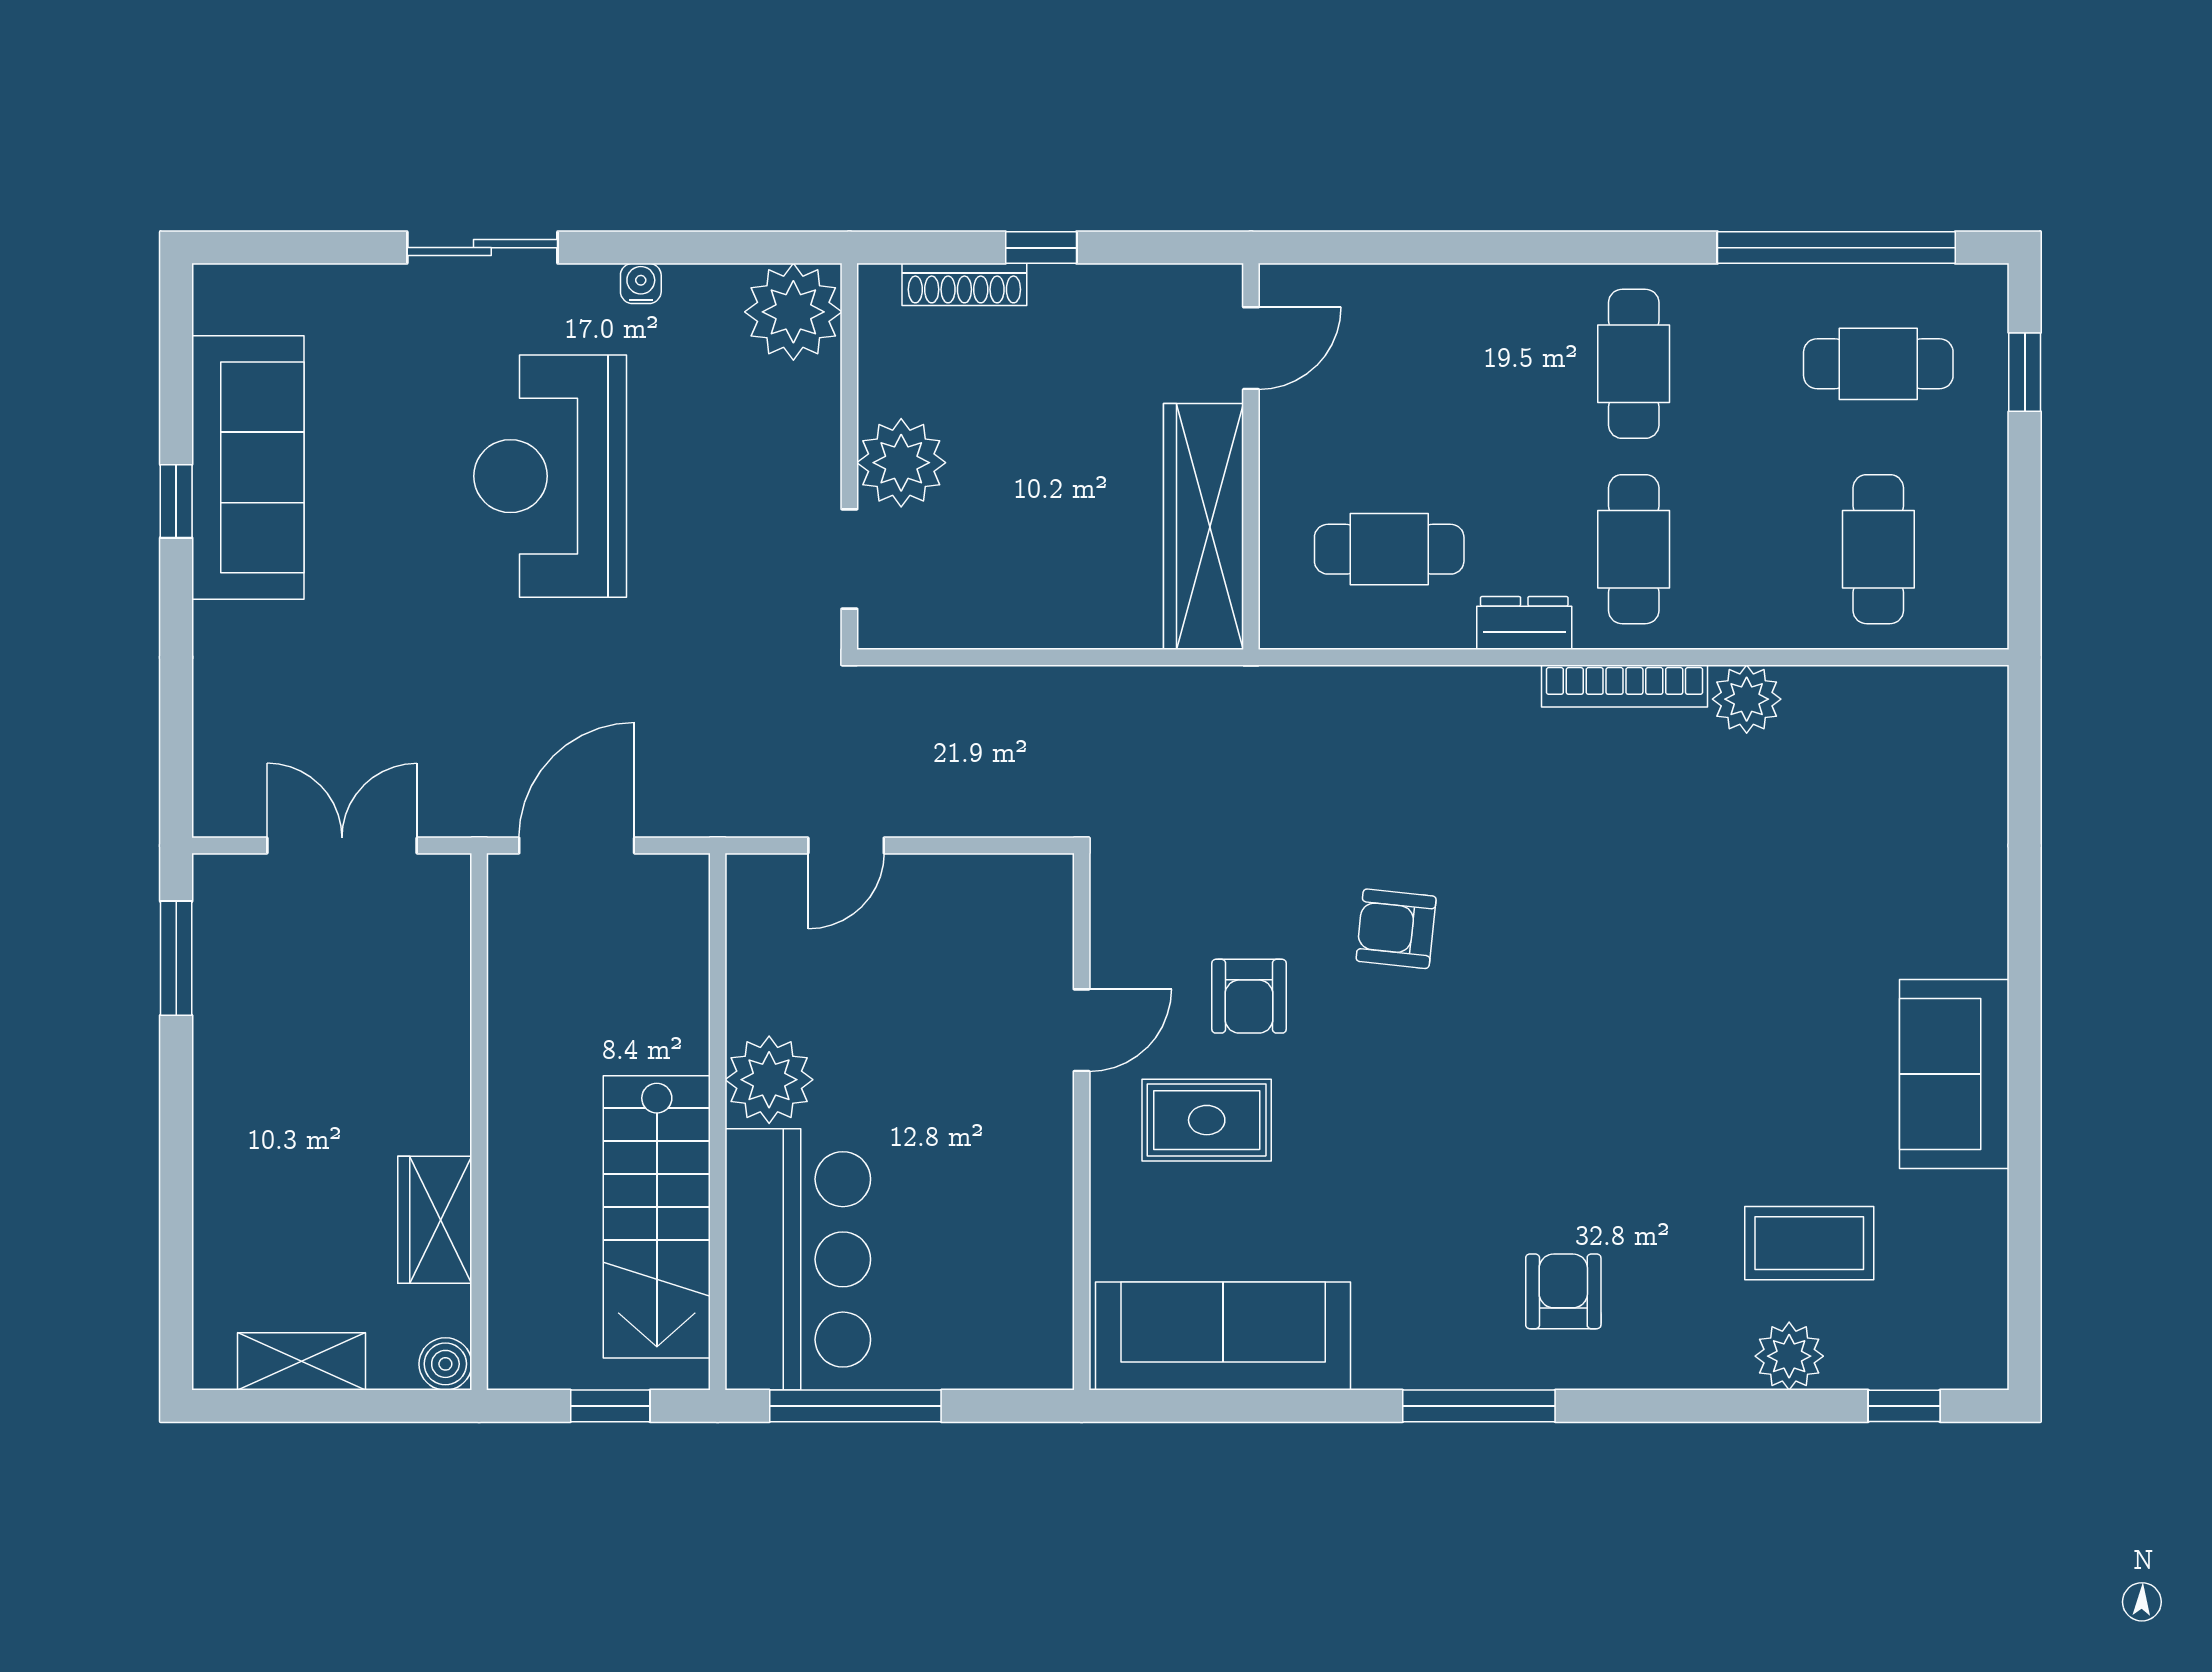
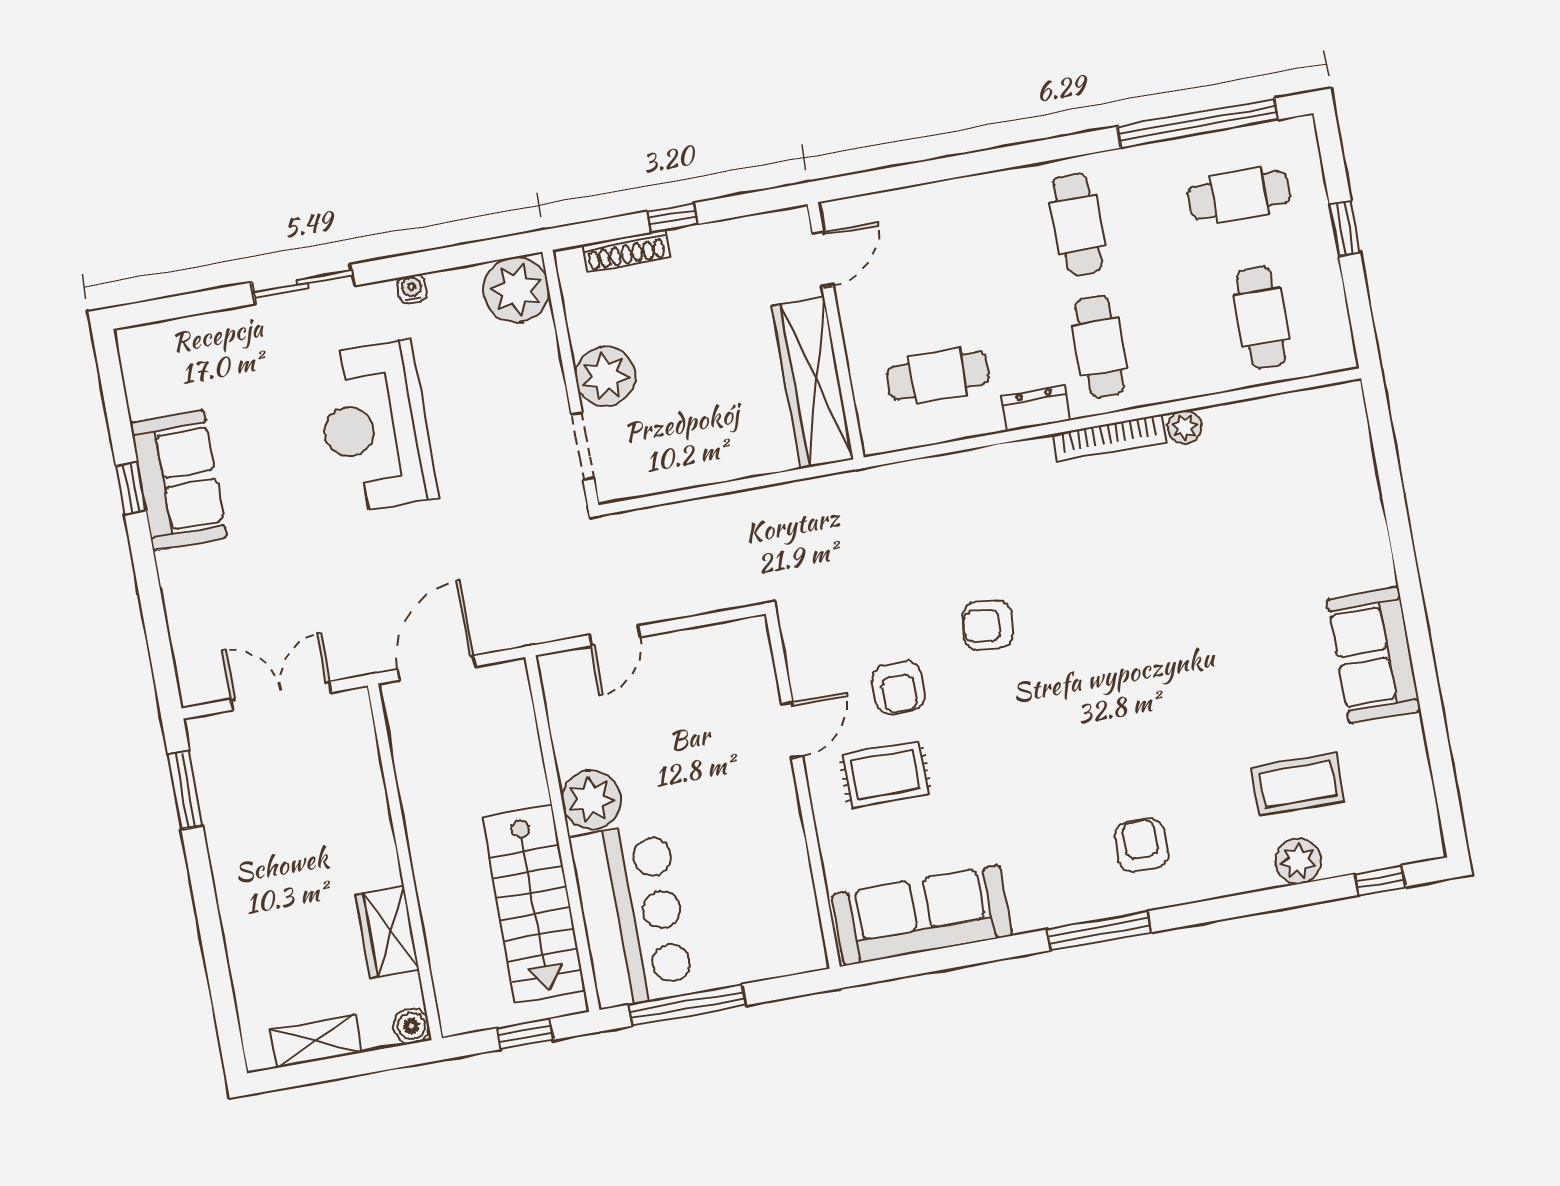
window: (2025, 372) -> (1345, 228), moved
sofa: (248, 467) -> (178, 480), width x0.73
plant: (1747, 699) -> (1185, 427), width x0.73, depth x0.73

